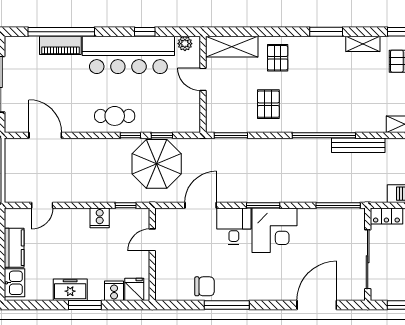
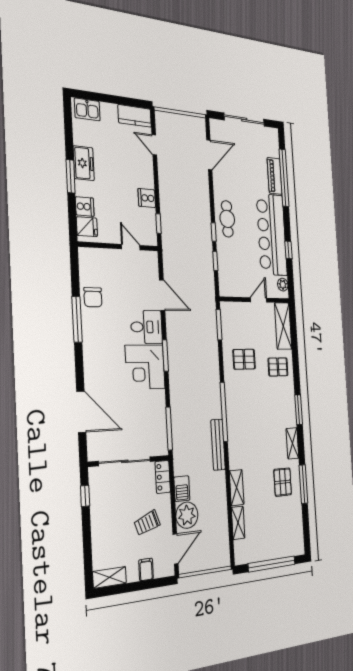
parasol: (157, 164) -> (193, 255), removed
kitchen counter: (14, 248) -> (135, 116), moved

